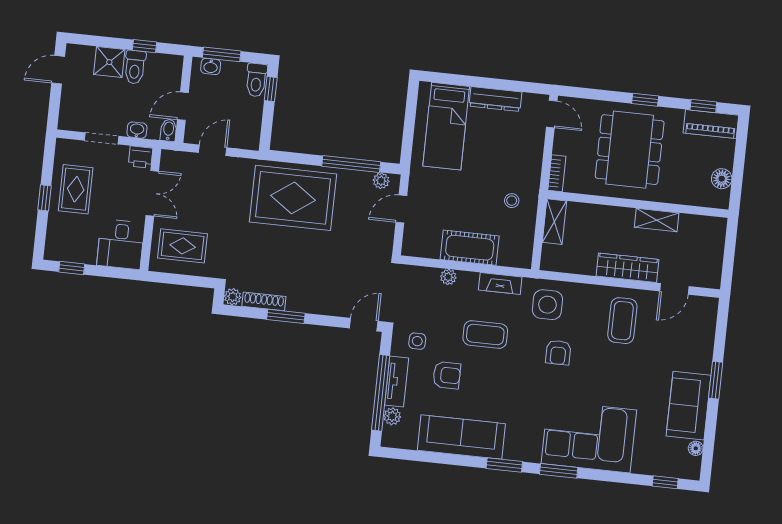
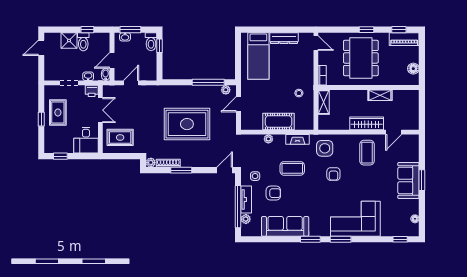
rug: (293, 198) -> (187, 124), moved
sofa: (689, 406) -> (408, 180), moved

